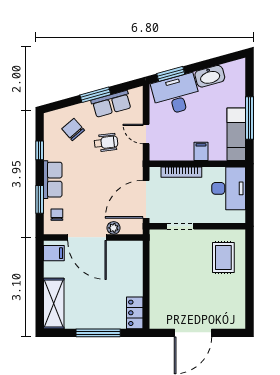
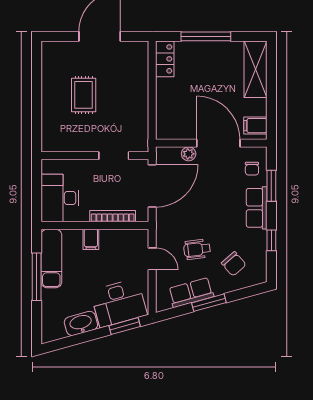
rug: (223, 258) -> (84, 95), moved

